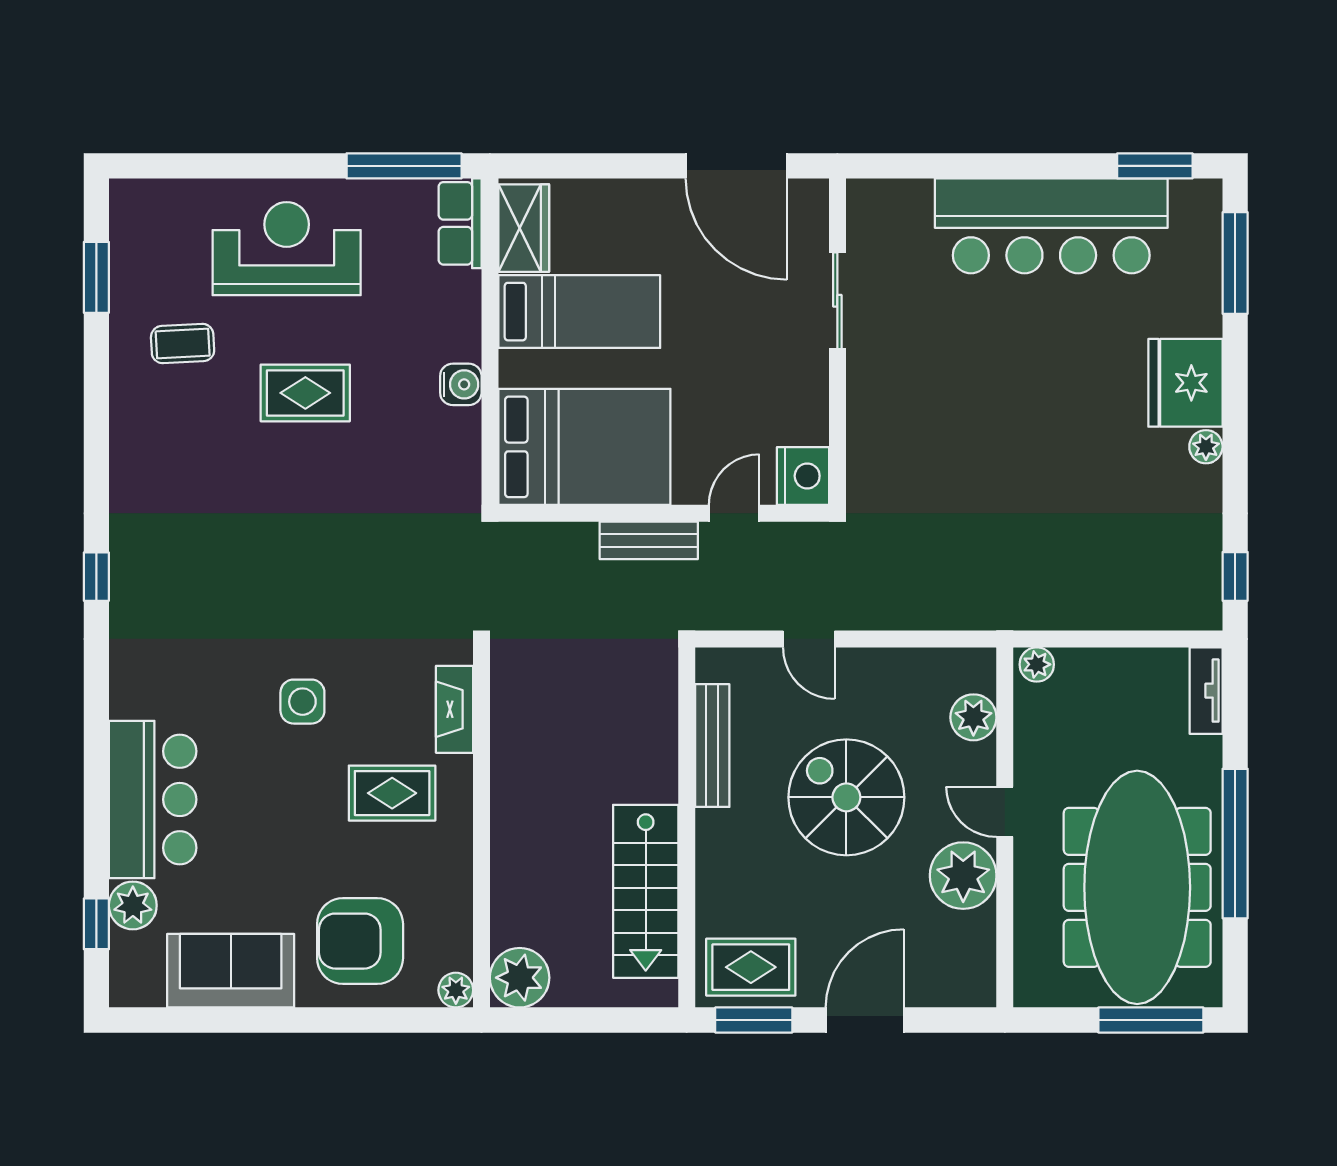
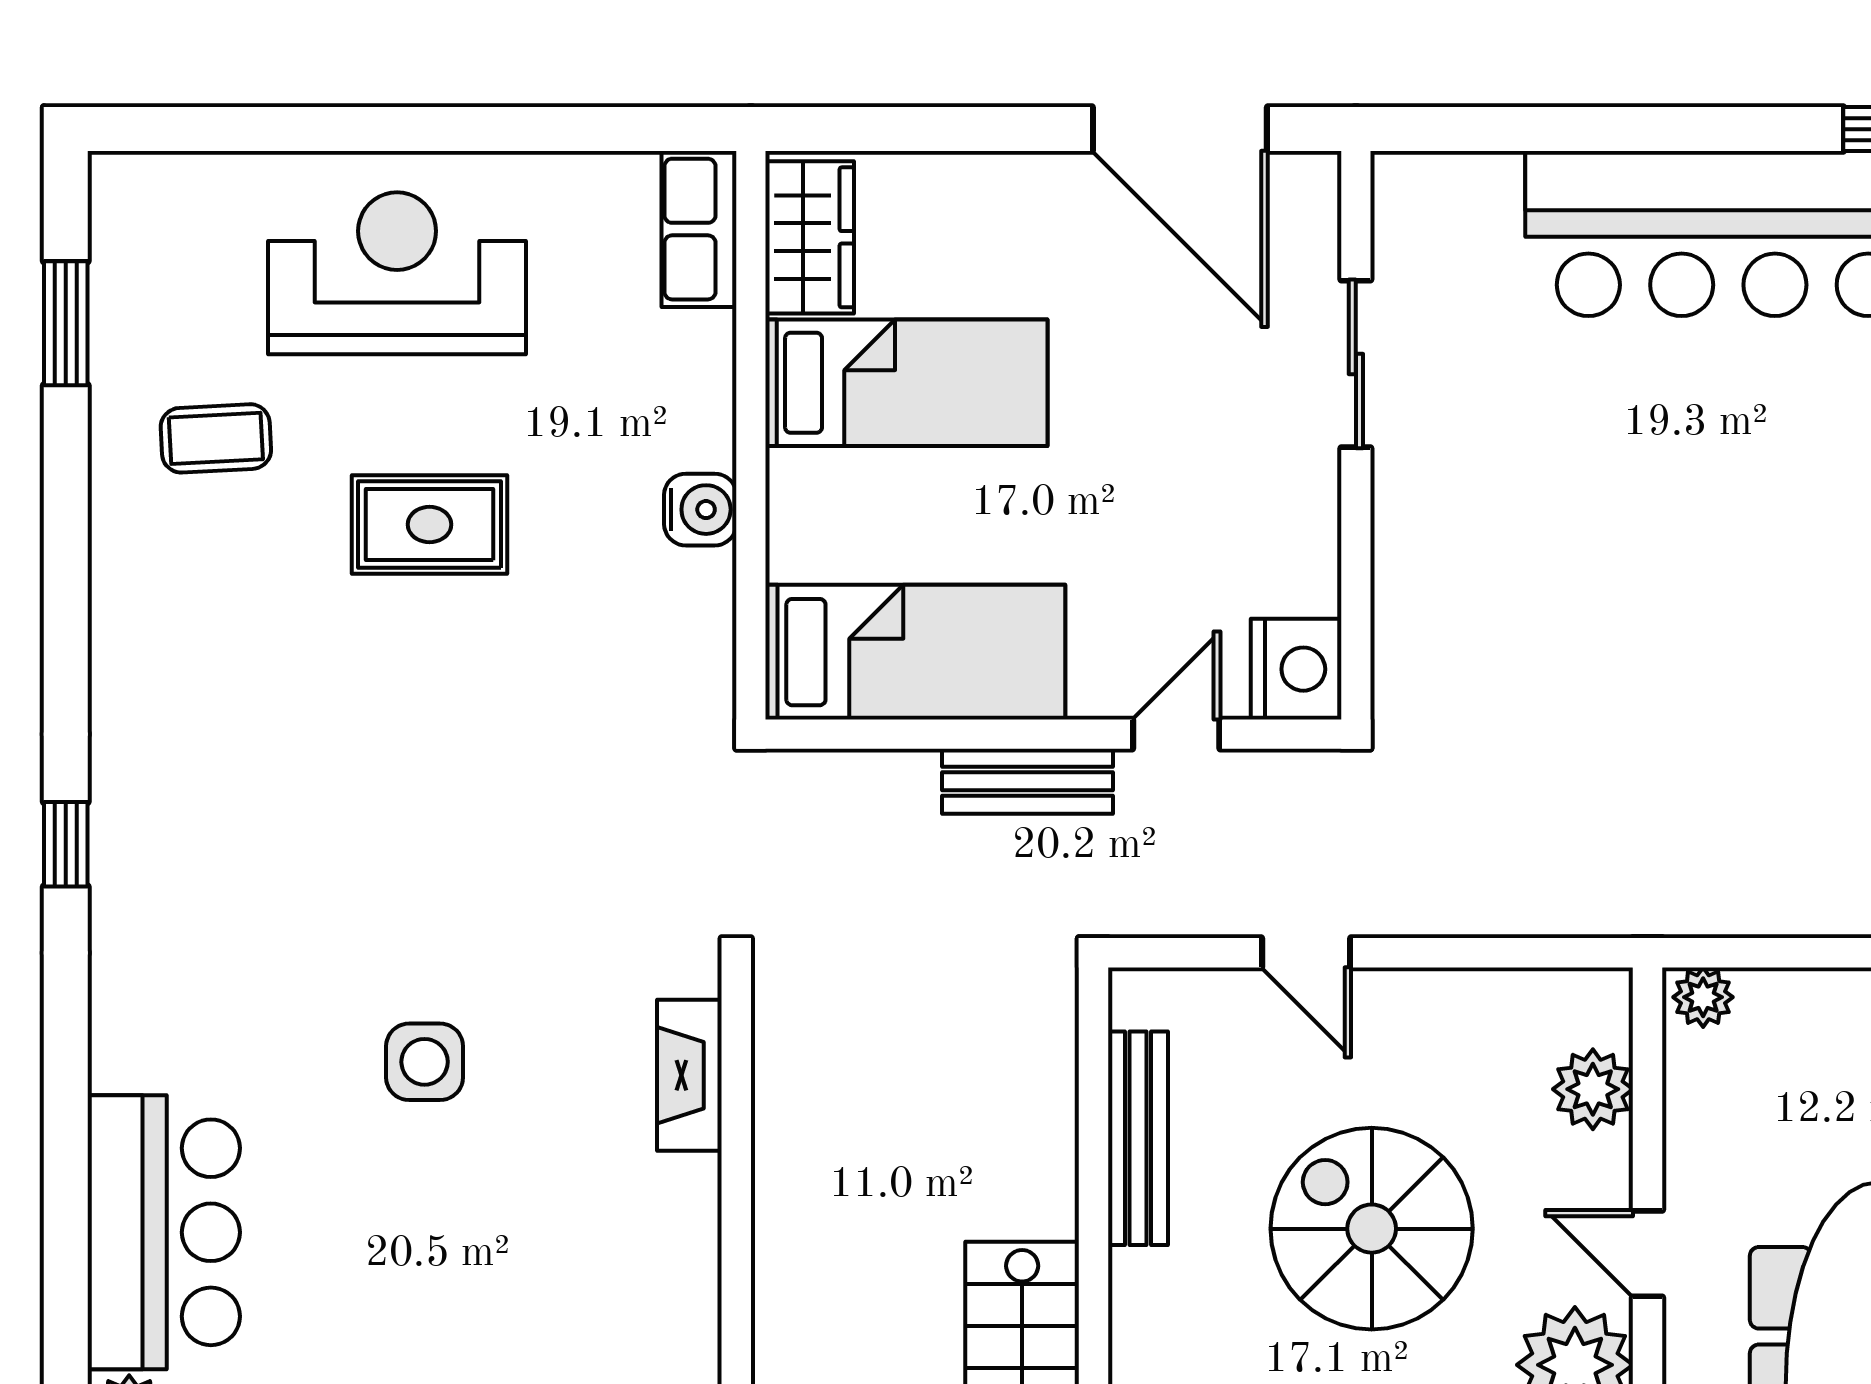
window: (404, 166) -> (601, 129), removed
bed: (584, 447) -> (915, 652), width x0.67
rug: (392, 793) -> (581, 1221), removed

